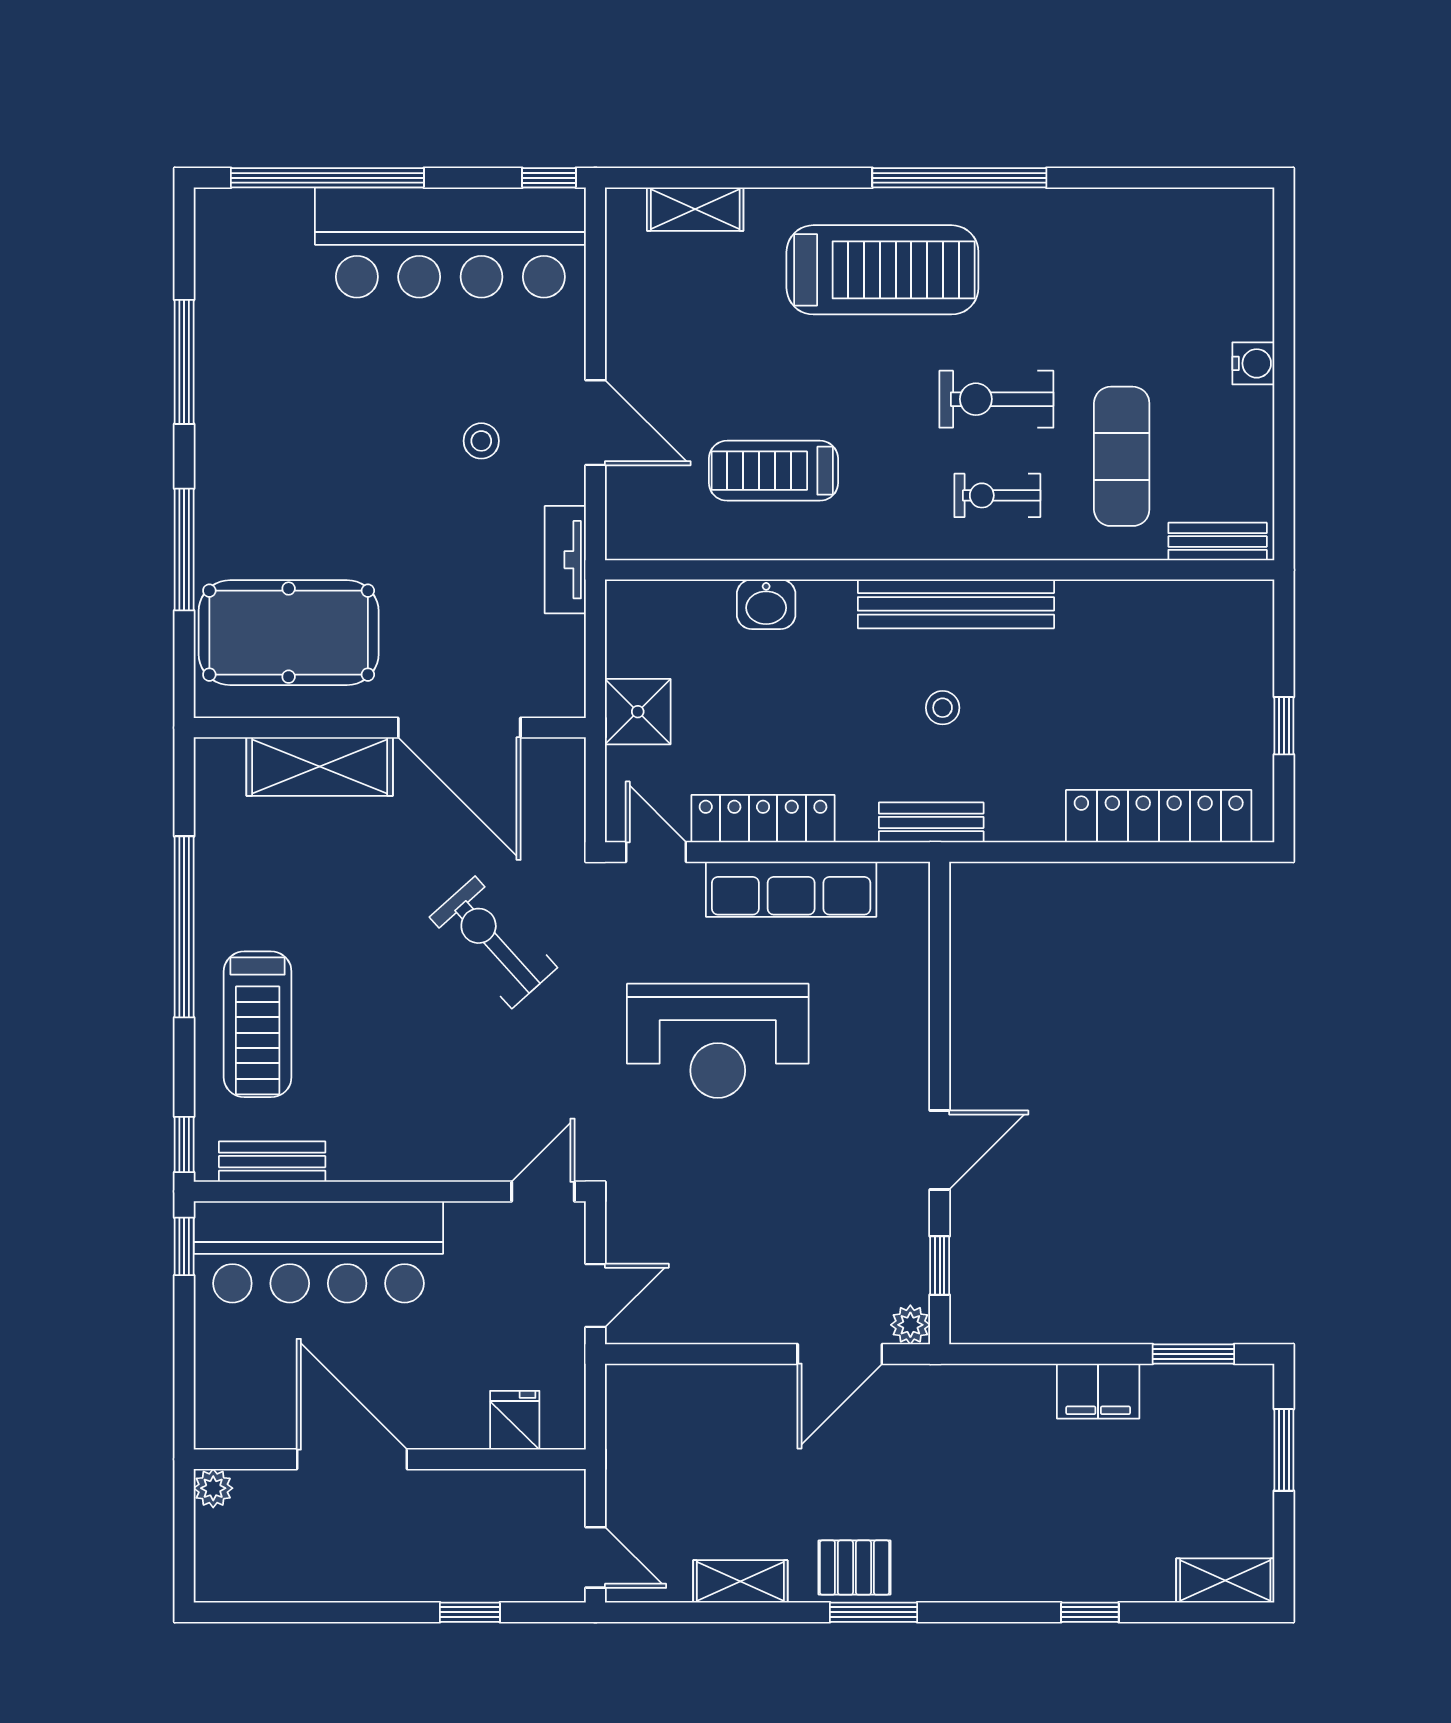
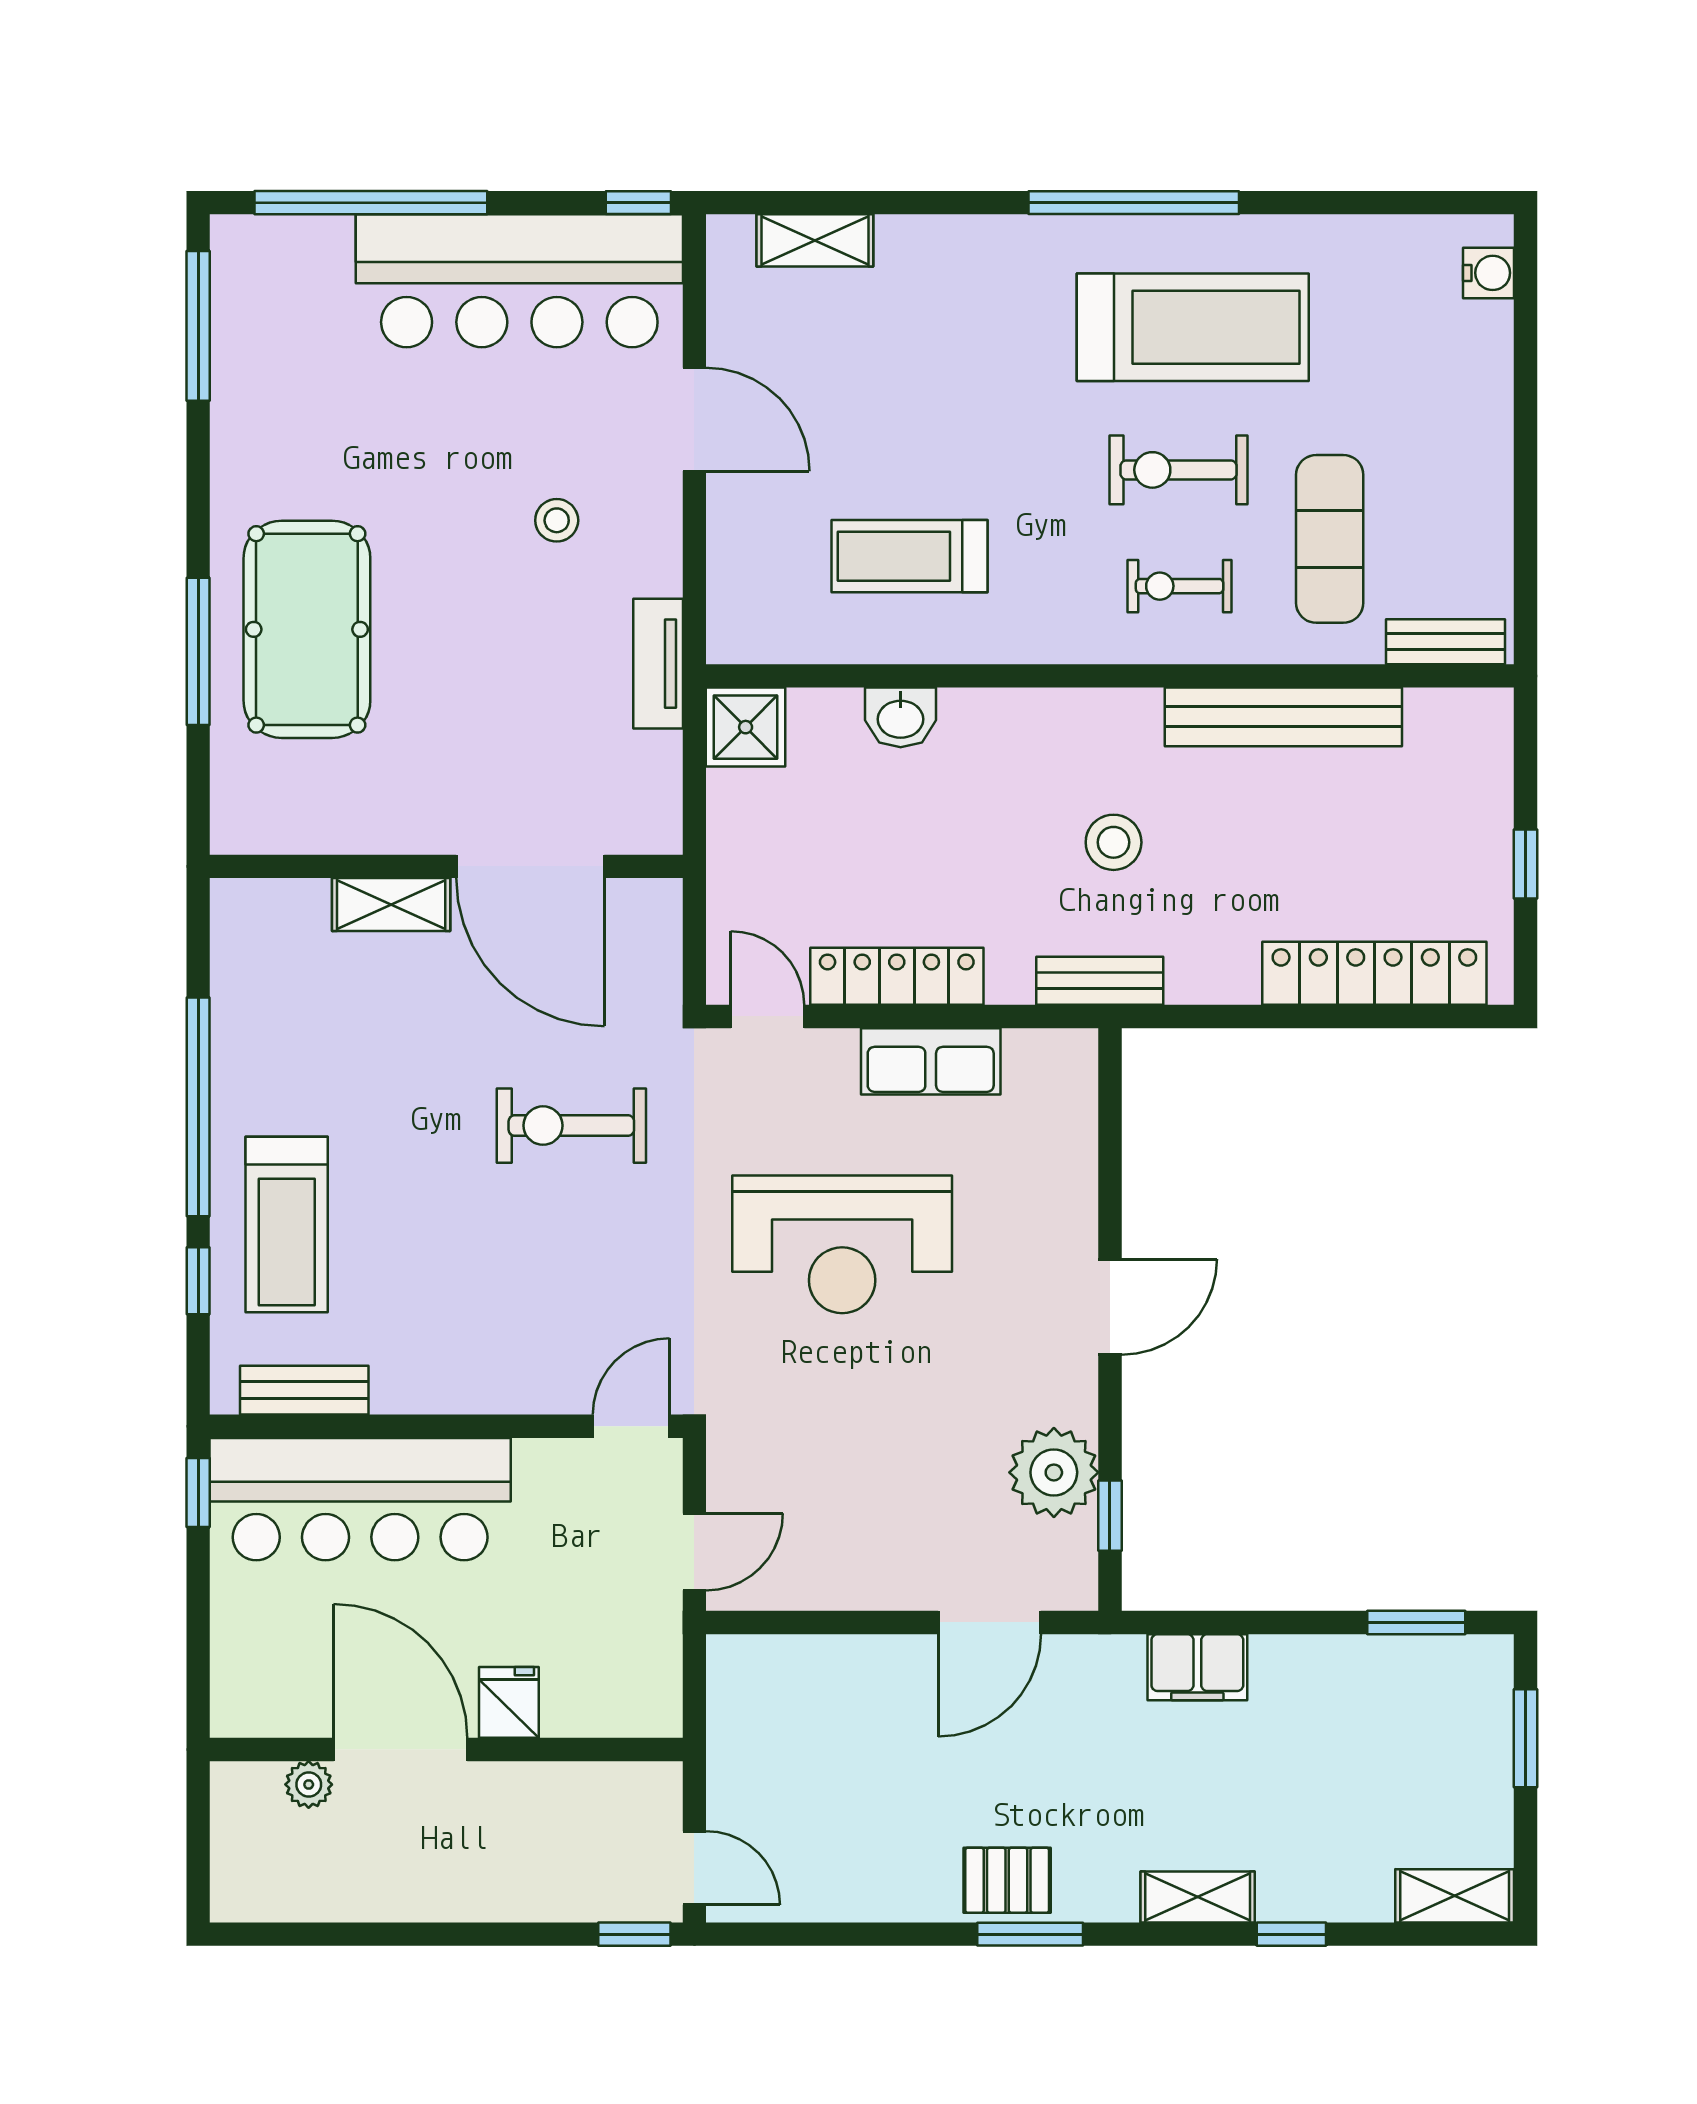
treadmill: (882, 270) -> (1193, 327), moved
window: (184, 362) -> (198, 326), moved
water cooler: (1253, 363) -> (1489, 273), moved
door: (595, 423) -> (694, 419), moved
bench: (956, 604) -> (1283, 717), moved
pool table: (289, 633) -> (307, 629), moved, turned 90
stool: (943, 708) -> (1114, 842), width x1.37, depth x1.37
shower: (638, 712) -> (746, 727), moved
shelving: (320, 767) -> (391, 904), width x0.67, depth x0.75
row of seats: (791, 889) -> (931, 1061), width x0.68
exercise bike: (493, 942) -> (571, 1126), turned -48
window: (184, 1144) -> (198, 1281), moved
door: (940, 1150) -> (1110, 1307), moved
plant: (910, 1325) -> (1054, 1472), moved, width x1.88, depth x1.88
filing cabinet: (1098, 1391) -> (1197, 1667), moved
fridge: (515, 1420) -> (509, 1702), moved
plant: (213, 1488) -> (309, 1784), moved
shelving: (740, 1581) -> (1198, 1897), moved
window: (470, 1612) -> (634, 1934), moved

